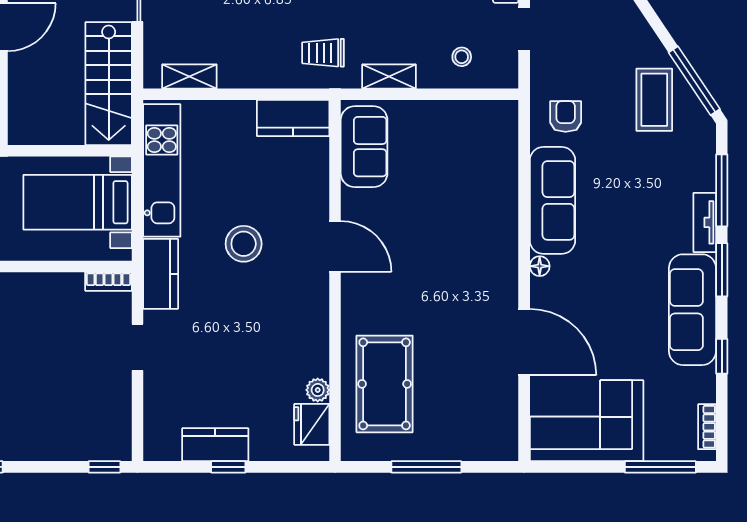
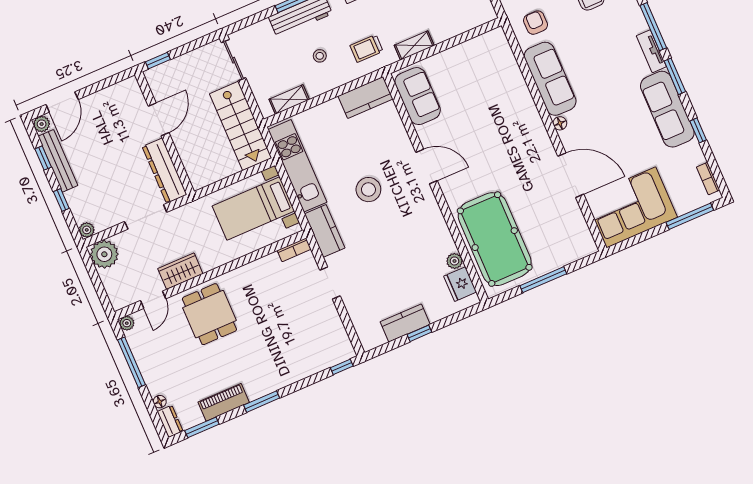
stool: (462, 57) -> (320, 56), moved
pool table: (385, 384) -> (495, 239), width x1.36, depth x1.32

